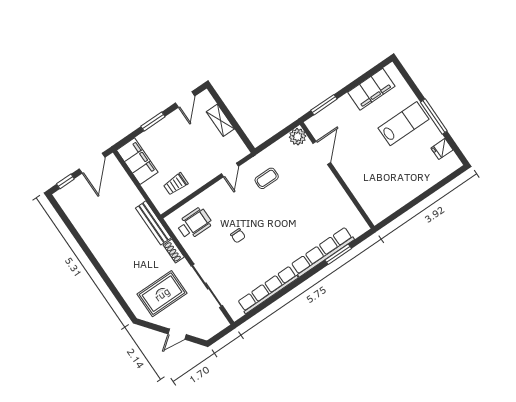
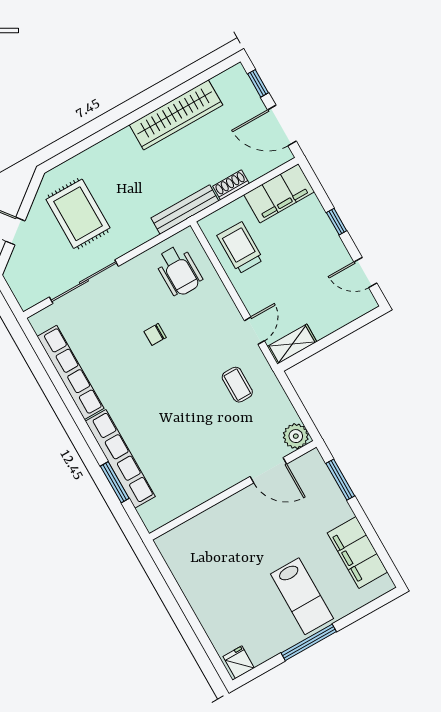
shelving: (220, 120) -> (292, 344), moved
window: (153, 122) -> (337, 222), width x0.67
fridge: (442, 149) -> (239, 662), moved
door: (230, 170) -> (254, 331), swing flipped
trolley: (176, 184) -> (240, 248), width x1.36, depth x1.39
wardrobe: (91, 234) -> (176, 115), added
shoe rack: (174, 251) -> (231, 185), moved

